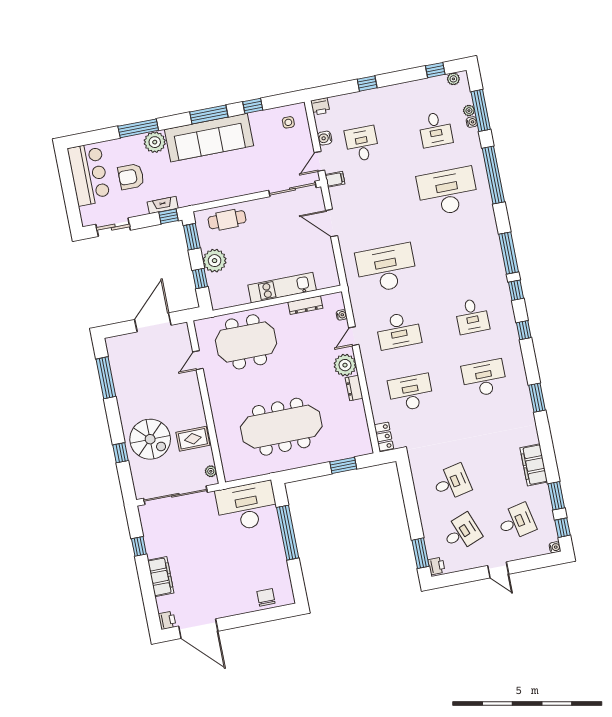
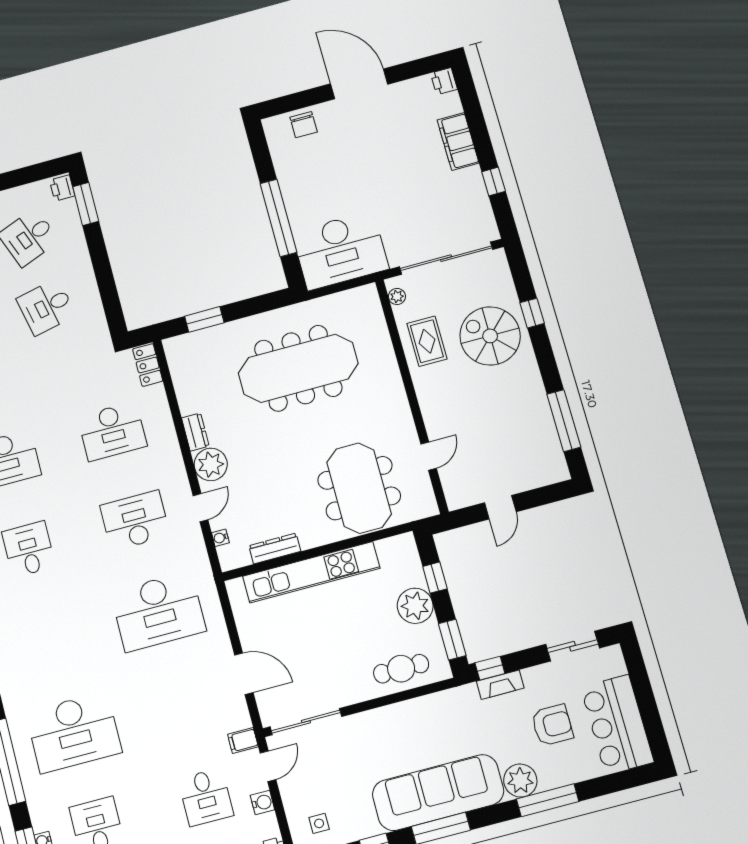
kitchen unit: (282, 288) -> (311, 572), width x1.36
door: (153, 322) -> (500, 507), width x0.53
meeting table: (246, 342) -> (359, 488), turned 90
rug: (193, 439) -> (427, 341), turned 90
door: (198, 629) -> (359, 84), moved

